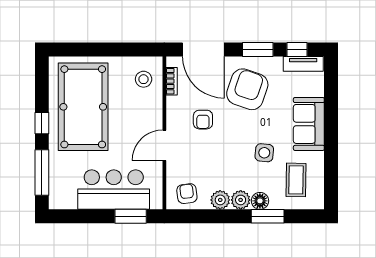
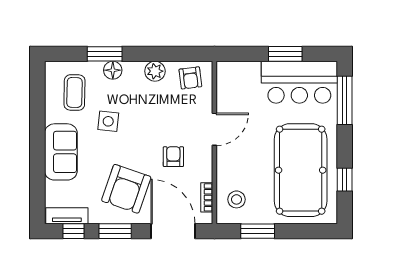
window: (124, 50) -> (258, 231), added
window: (42, 123) -> (345, 180), moved
bar counter: (114, 190) -> (299, 82), moved
plant: (241, 200) -> (133, 71), removed
window: (131, 216) -> (285, 54), moved

